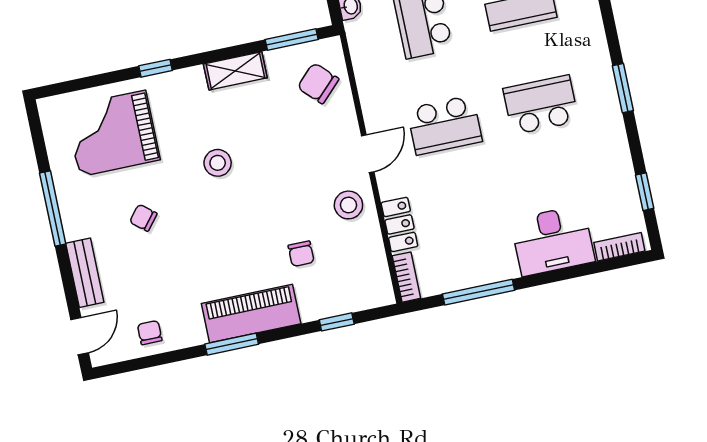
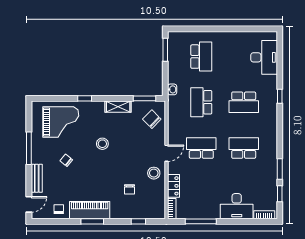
window: (623, 88) -> (280, 169), moved
school desk: (445, 125) -> (201, 148), turned 180
grand piano: (113, 133) -> (61, 122), turned 180
piano: (251, 314) -> (90, 210), moved

